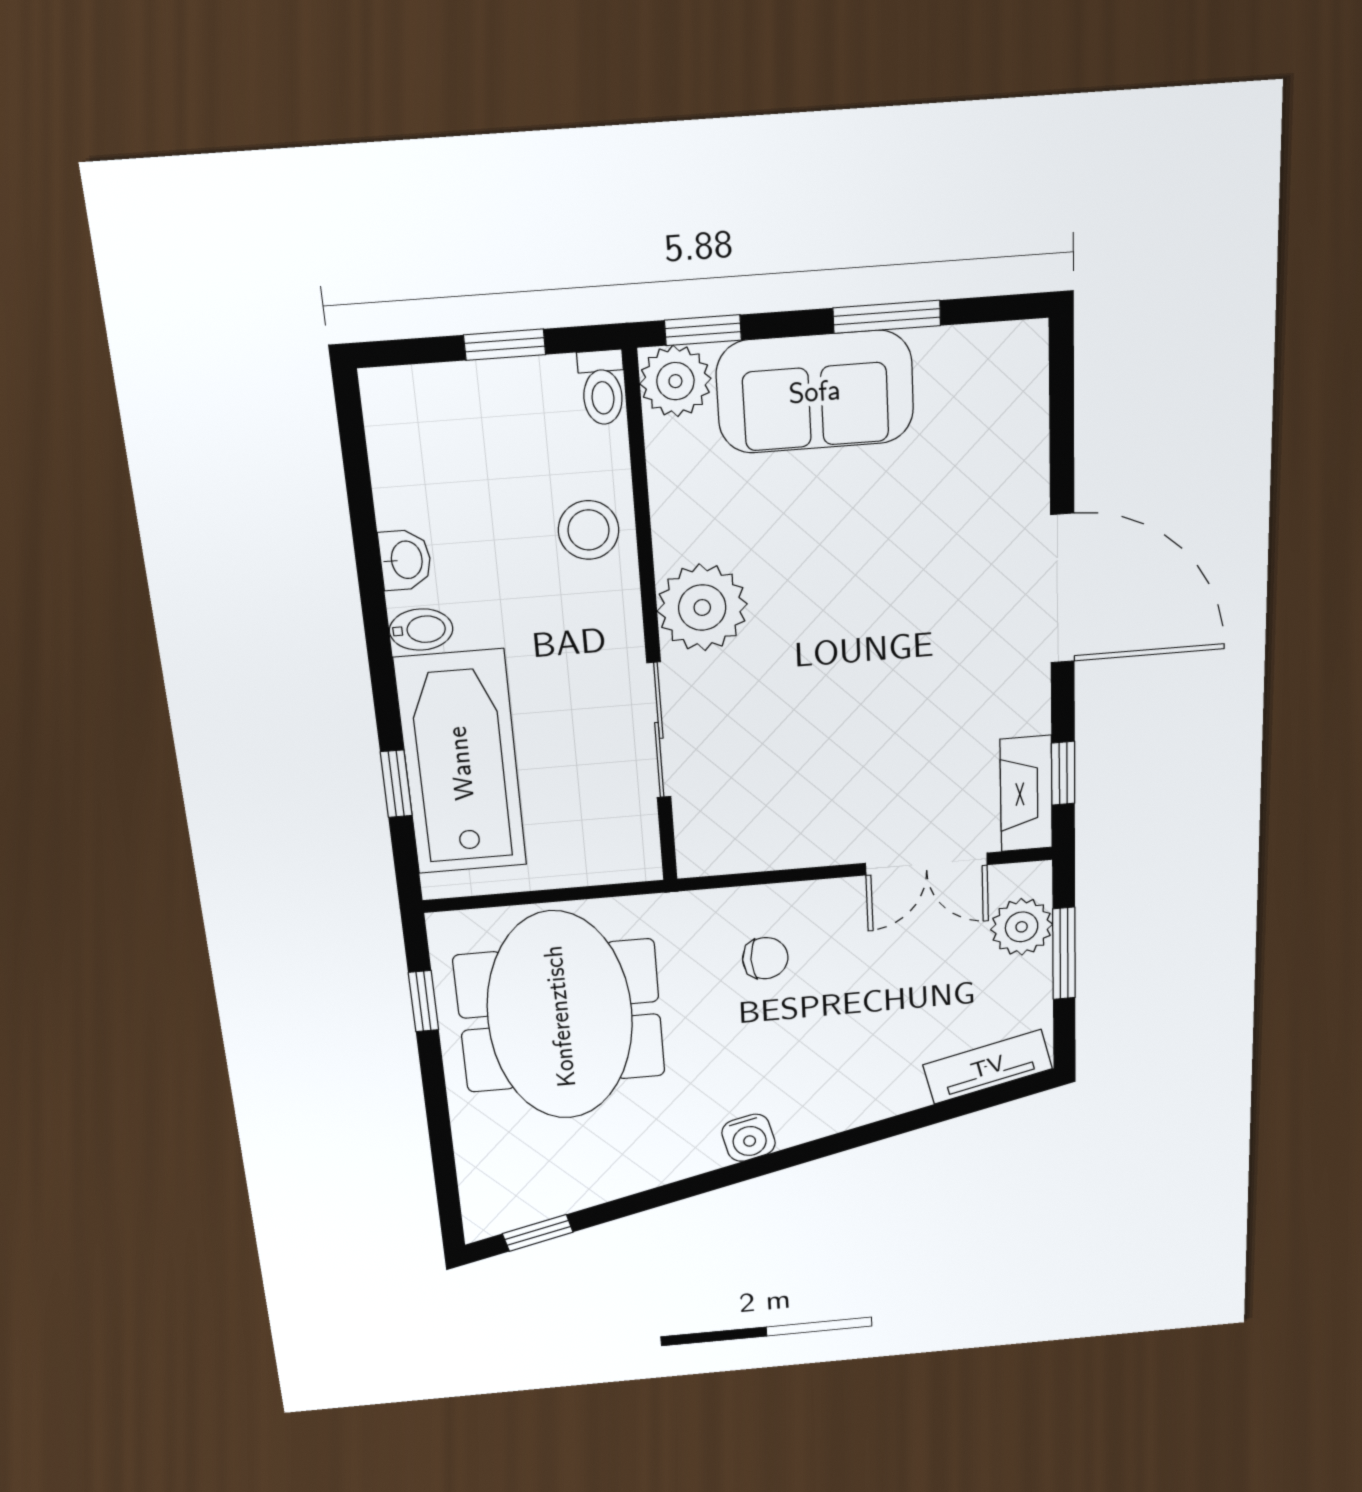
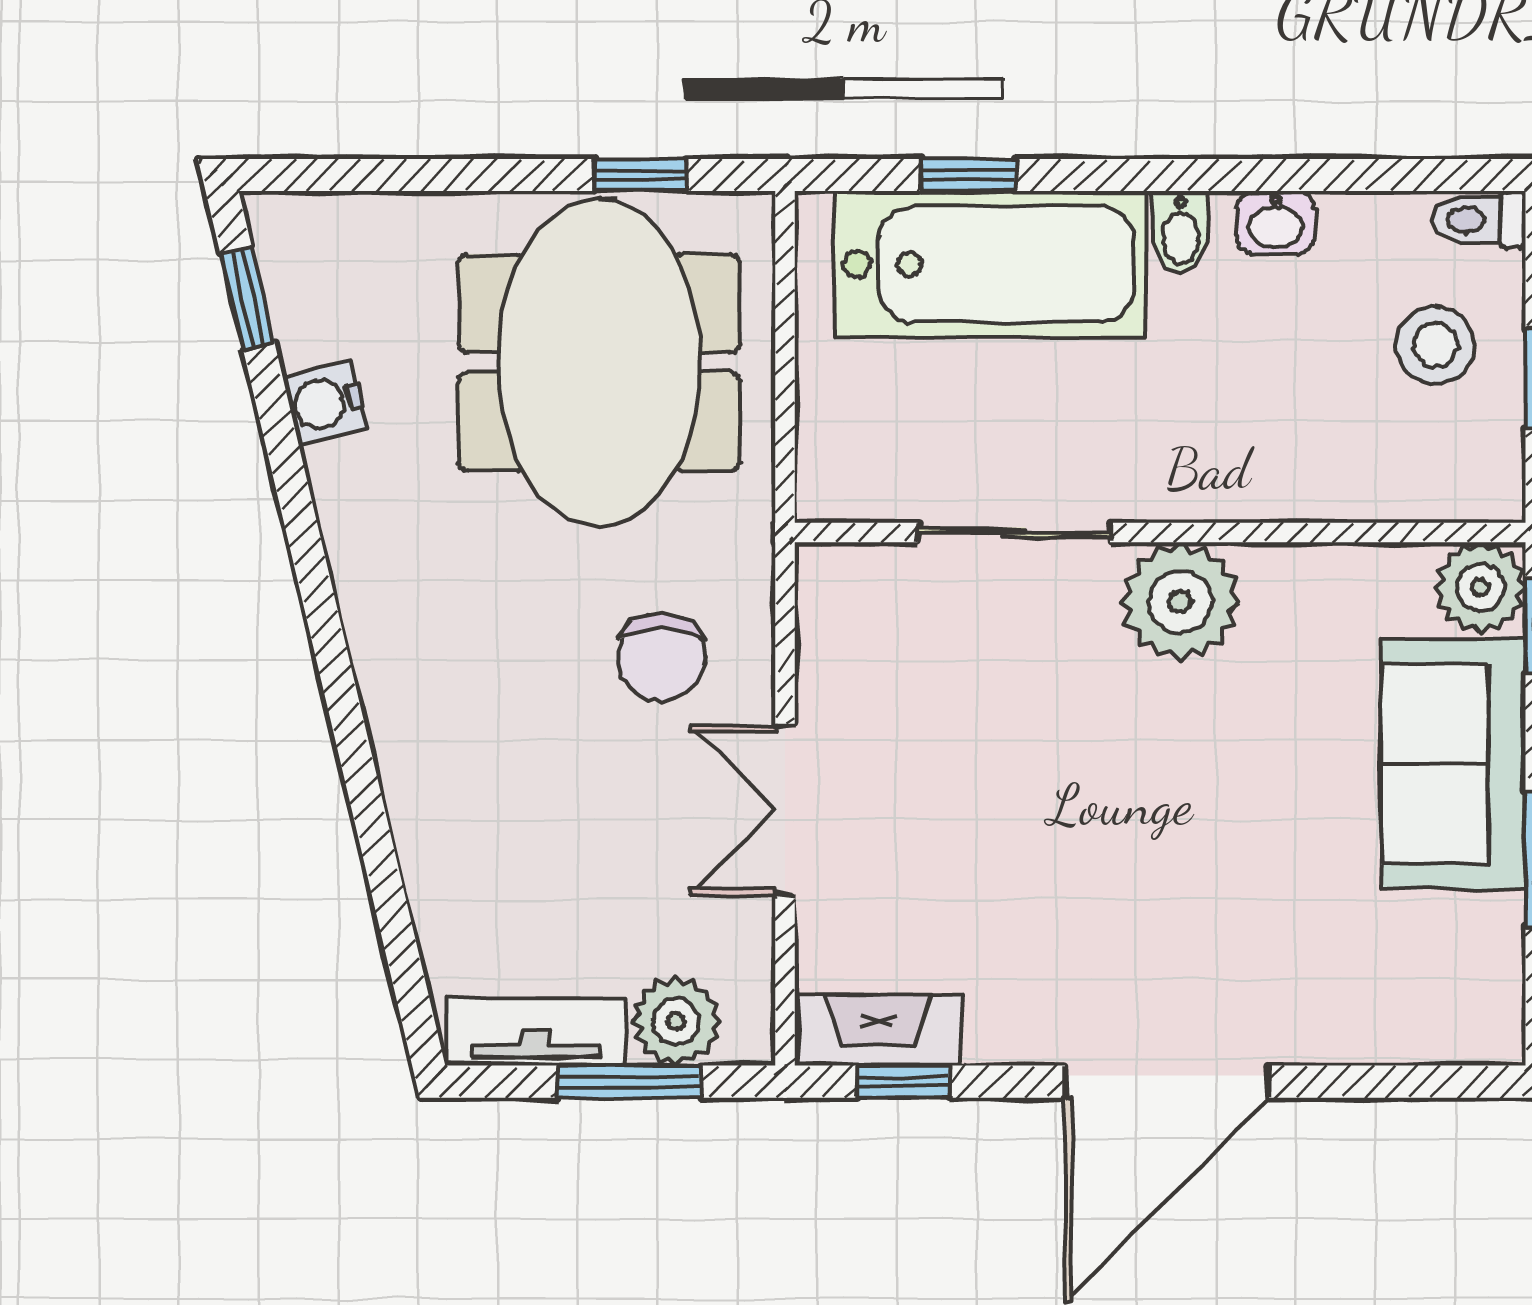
toilet: (602, 388) -> (1479, 220), moved
stool: (589, 530) -> (1435, 345), moved
double door: (926, 864) -> (785, 810), moved
chair: (765, 958) -> (662, 657), width x1.37, depth x1.37
meeting table: (560, 1016) -> (599, 363), turned 90
tv unit: (988, 1067) -> (536, 1032), moved, turned -77
water cooler: (749, 1138) -> (325, 403), moved

